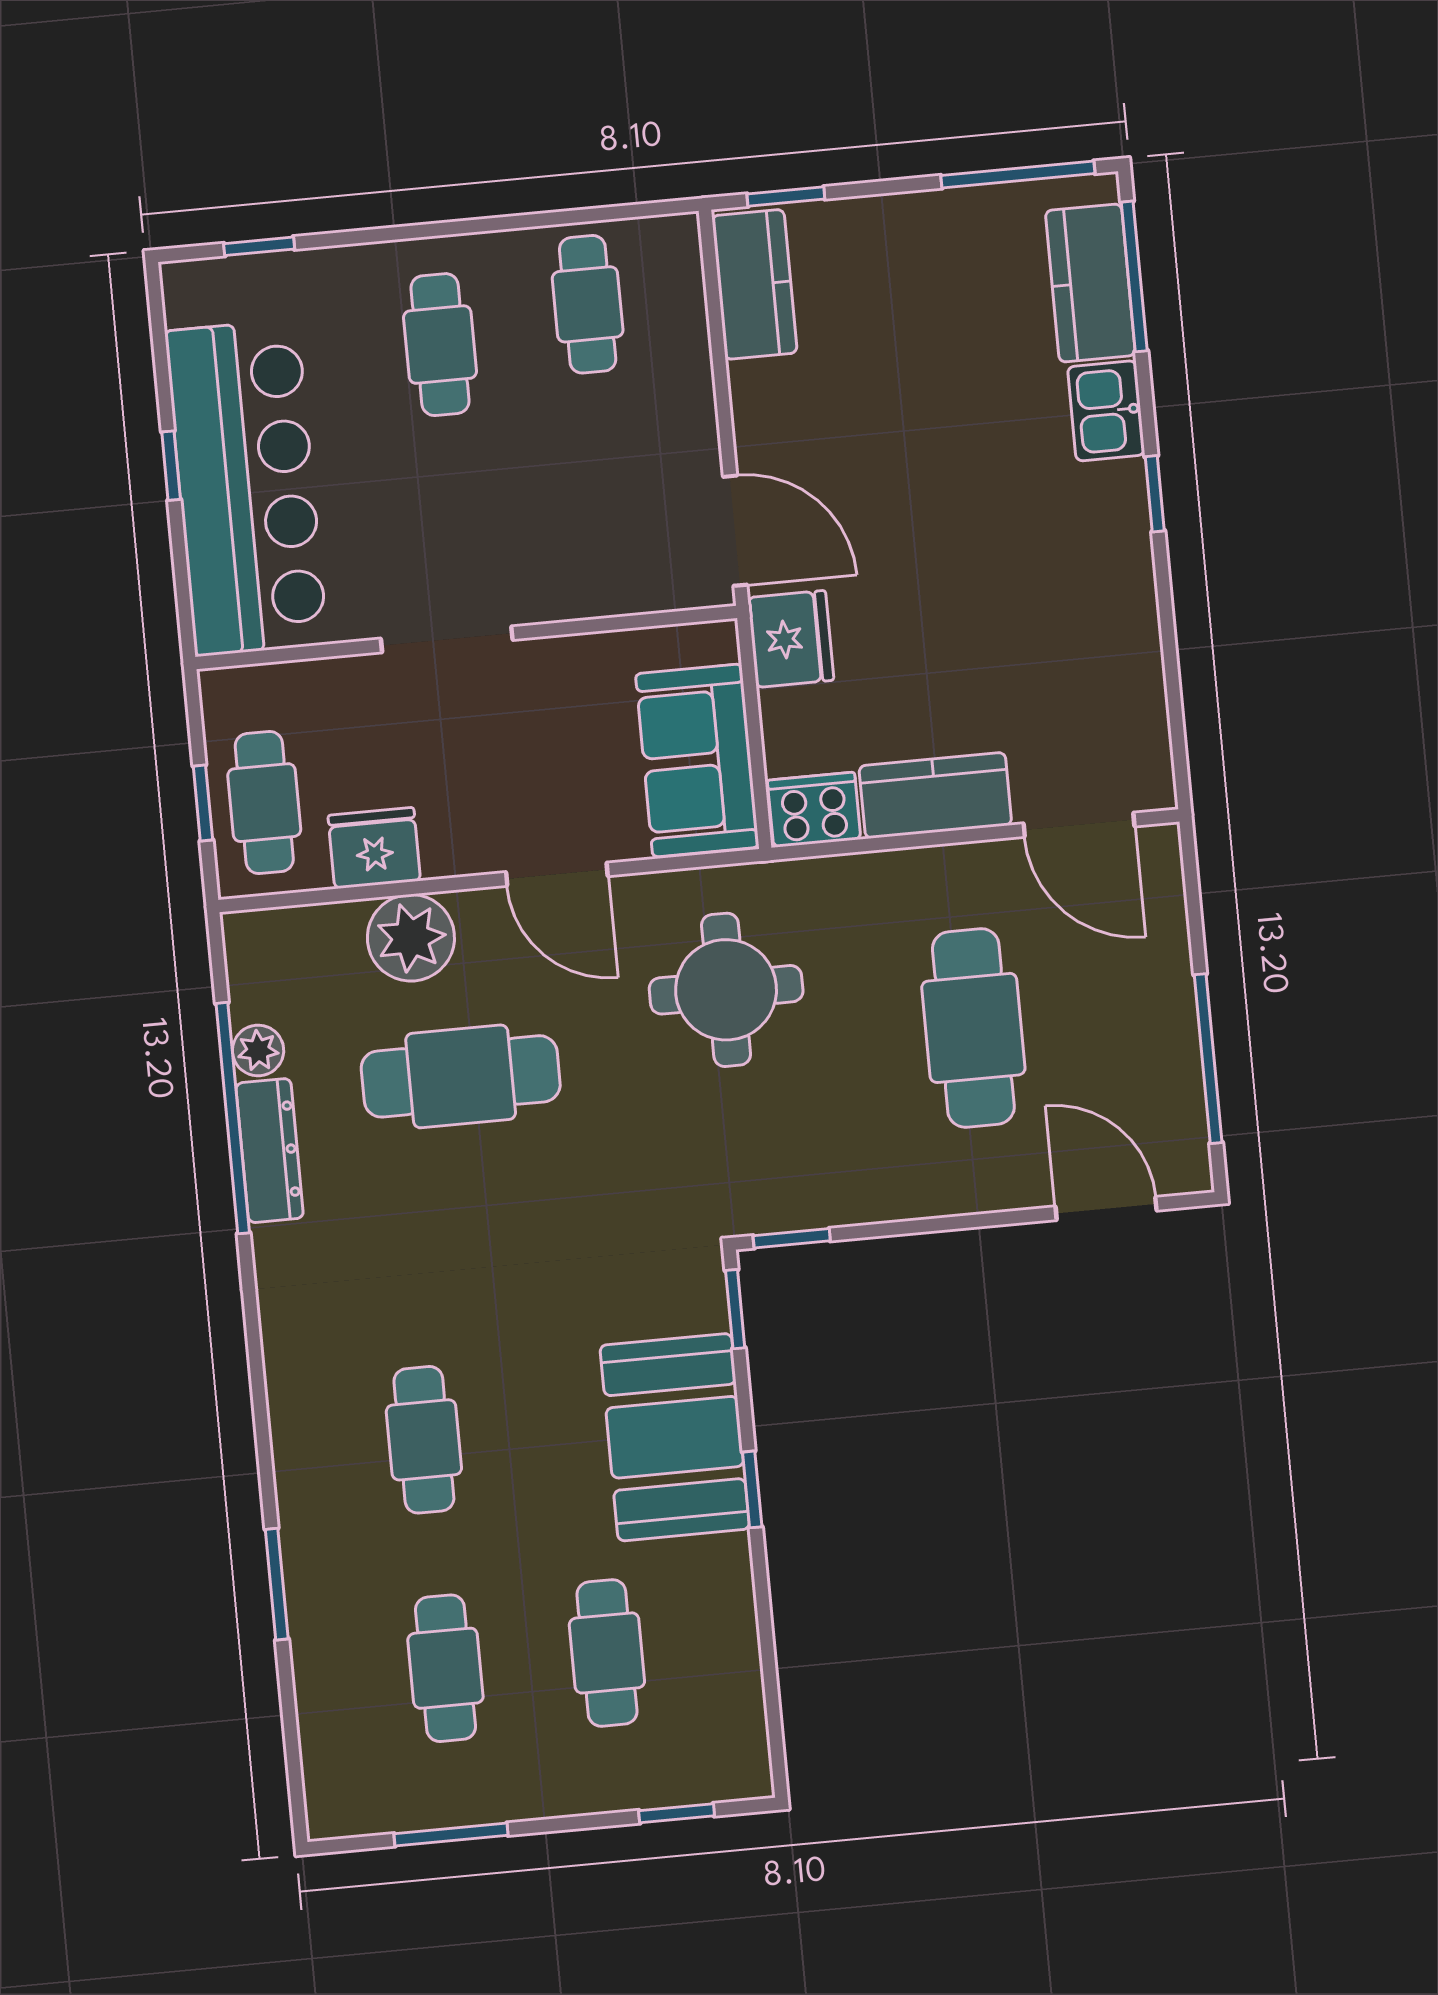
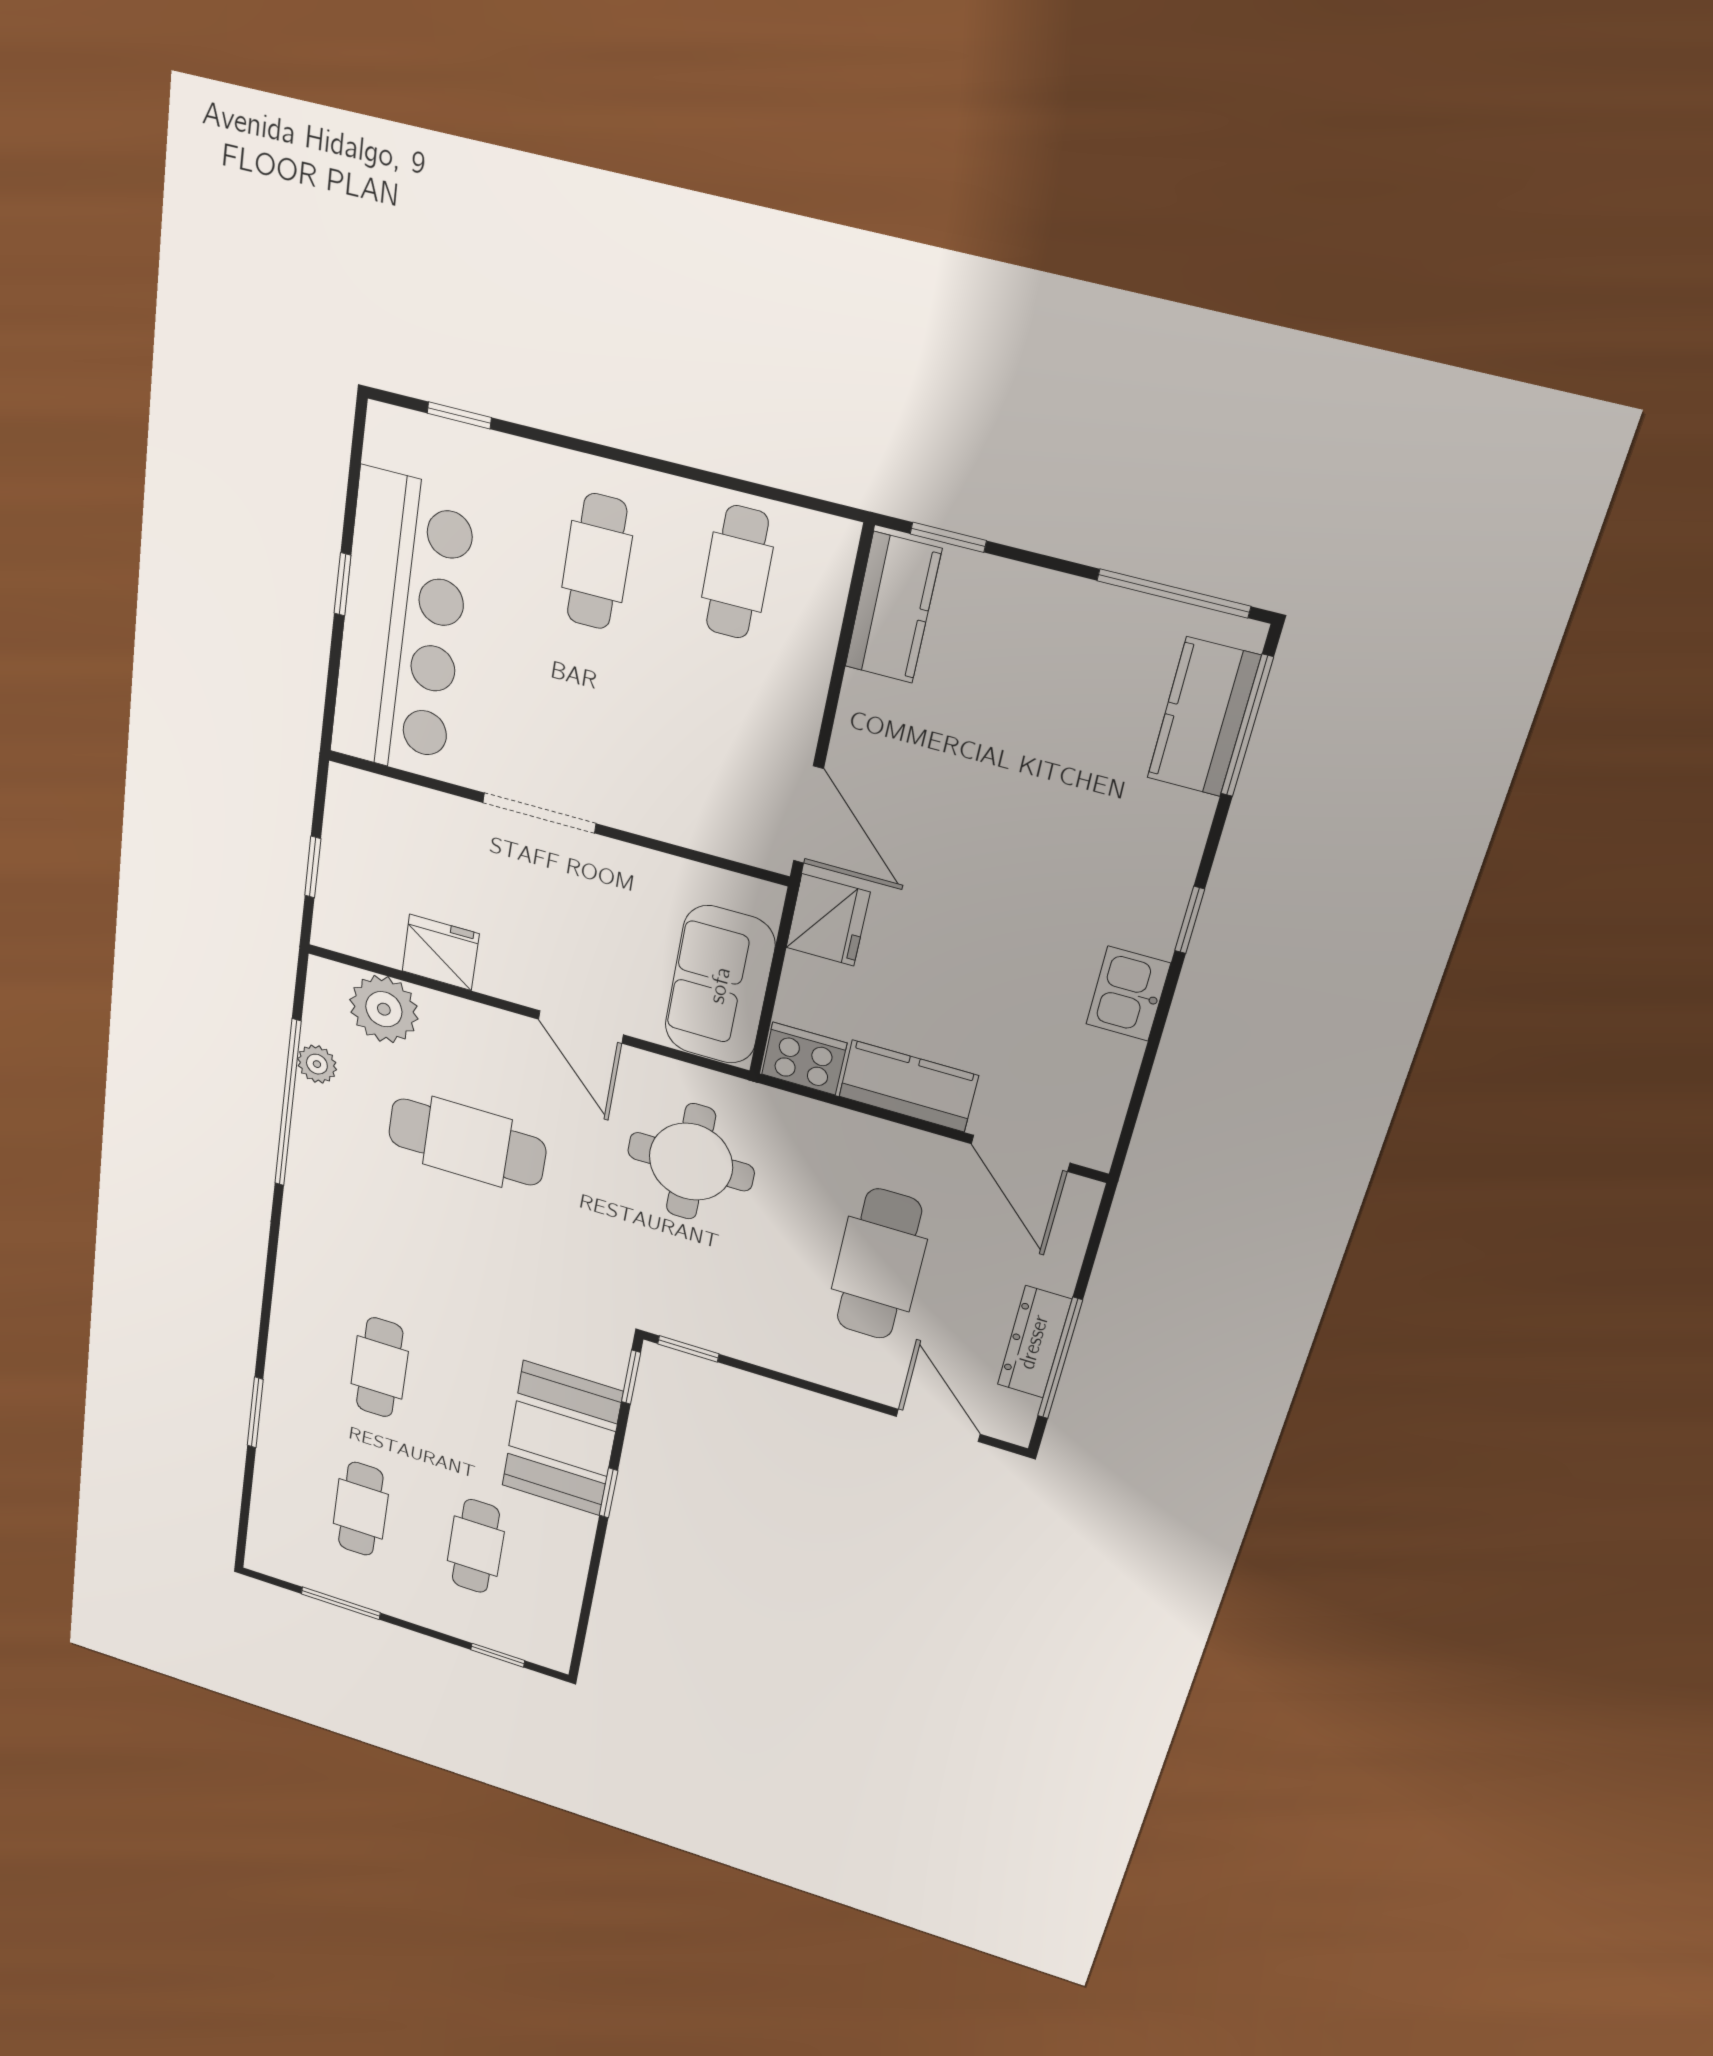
kitchen sink: (1106, 411) -> (1128, 994), moved
cafe table: (264, 803) -> (361, 885), removed
plant: (411, 938) -> (384, 1009), moved
dresser: (270, 1151) -> (1034, 1342), moved, turned 180

